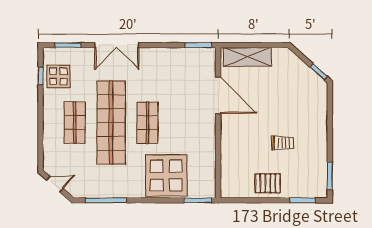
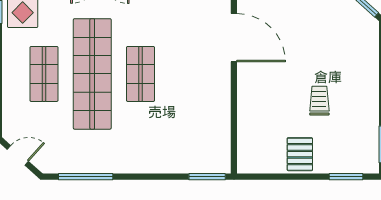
trolley: (283, 143) -> (319, 101), turned -90
display table: (166, 175) -> (165, 144), removed
pallet: (268, 183) -> (300, 154), turned 90

